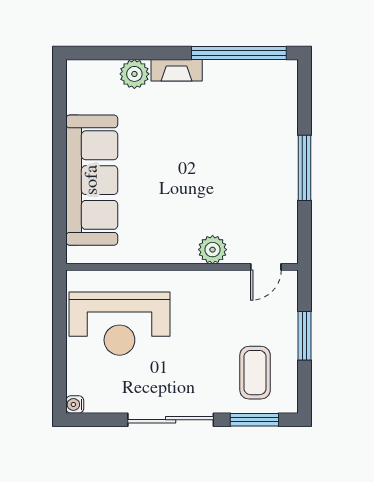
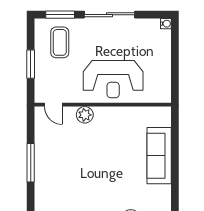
sofa: (92, 180) -> (159, 156), width x0.74, depth x0.79
door: (266, 267) -> (53, 105), swing flipped
reception desk: (119, 324) -> (113, 79), moved, turned 180

